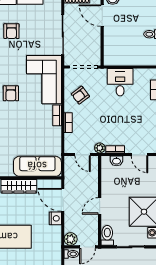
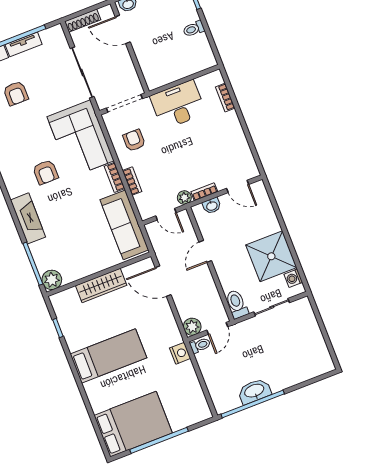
desk: (120, 82) -> (178, 105), width x1.37
armchair: (80, 95) -> (134, 140), turned 127
sofa: (37, 166) -> (124, 225), moved, turned -90
door: (100, 206) -> (205, 251), moved
nightstand: (55, 218) -> (180, 353), moved

